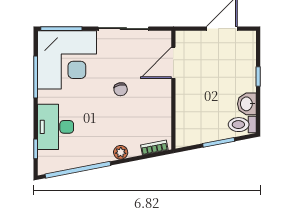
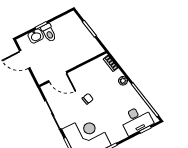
washbasin: (247, 104) -> (36, 36), moved
toilet: (242, 125) -> (49, 33), moved
desk: (56, 127) -> (136, 120), moved

